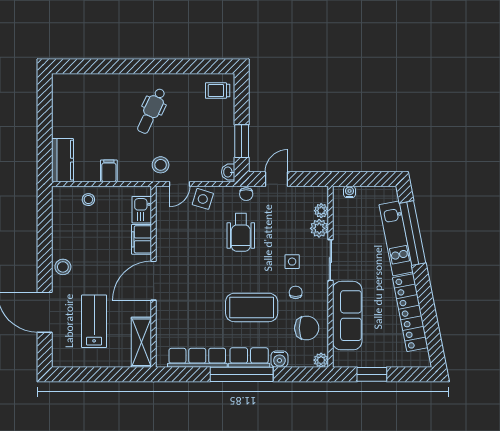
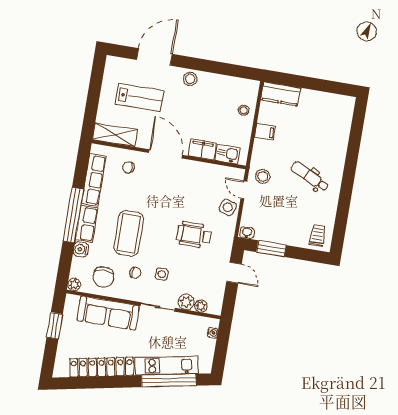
chair: (246, 194) -> (129, 167), moved

